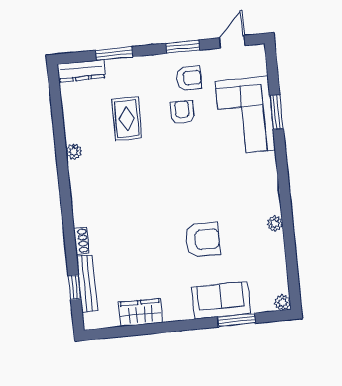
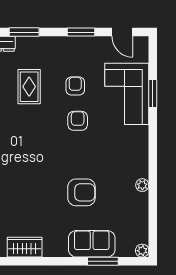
door: (232, 42) -> (122, 32), swing flipped
armchair: (189, 78) -> (78, 121), moved, turned -90

